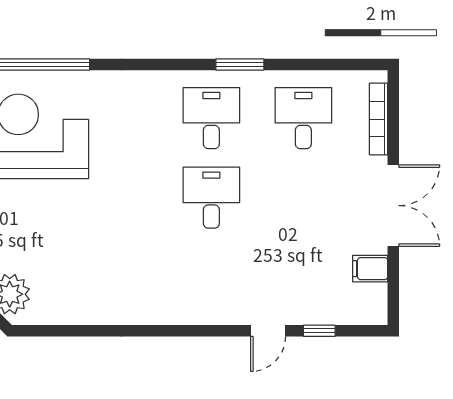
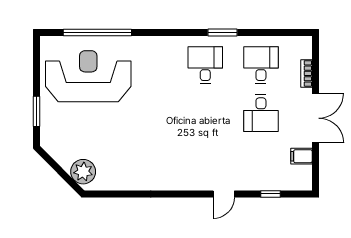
bookcase: (379, 119) -> (307, 73), width x0.64
desk: (211, 198) -> (261, 113), moved, turned 180
door: (268, 331) -> (224, 194), moved

